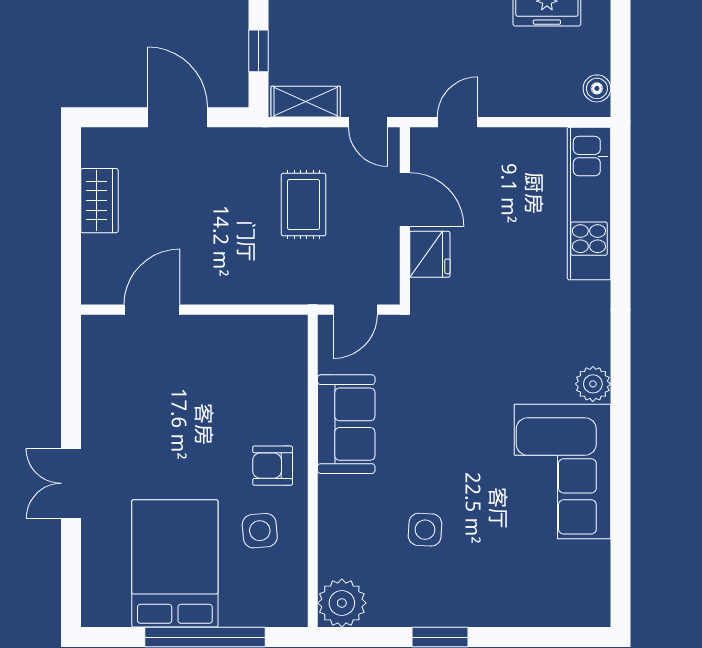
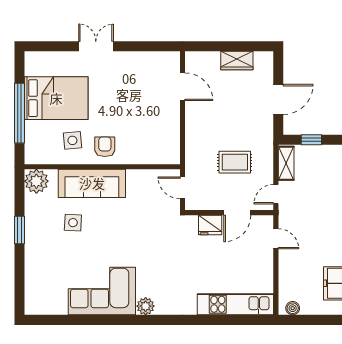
sofa: (346, 424) -> (92, 183), moved, width x1.36

